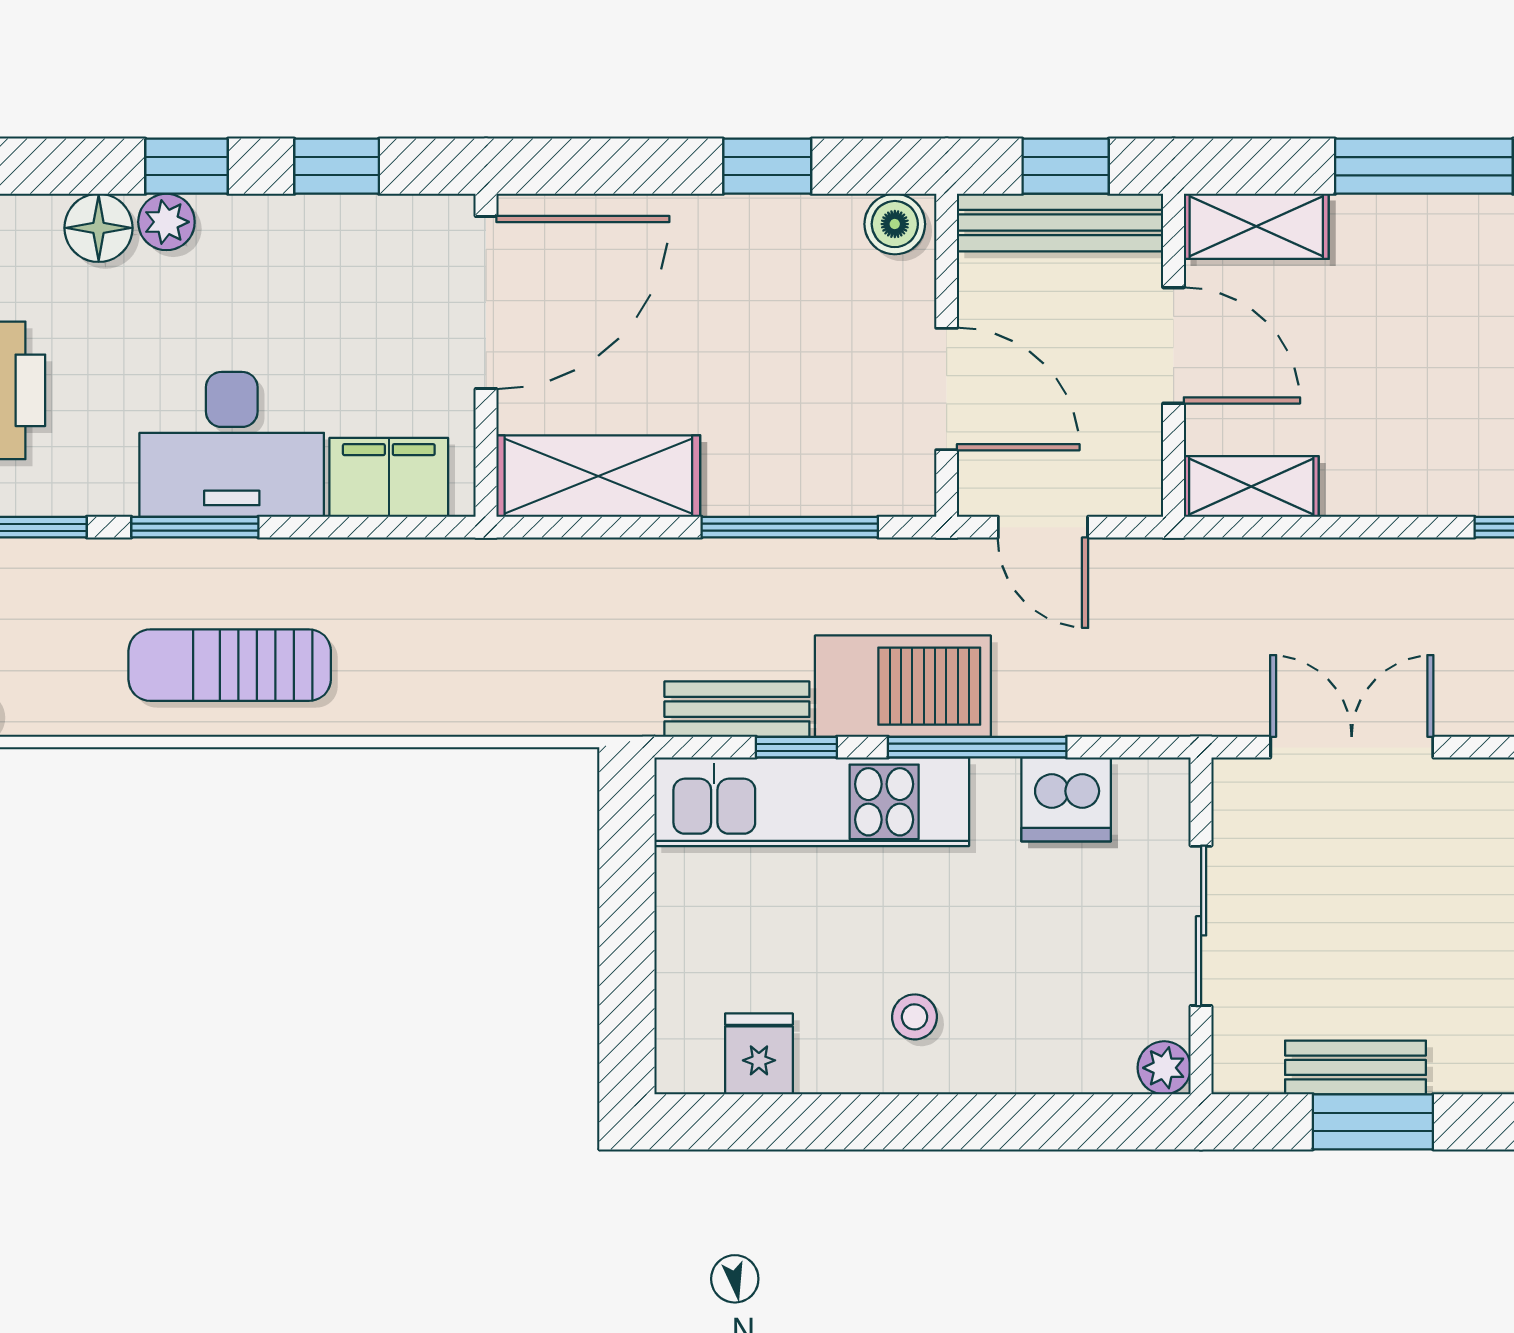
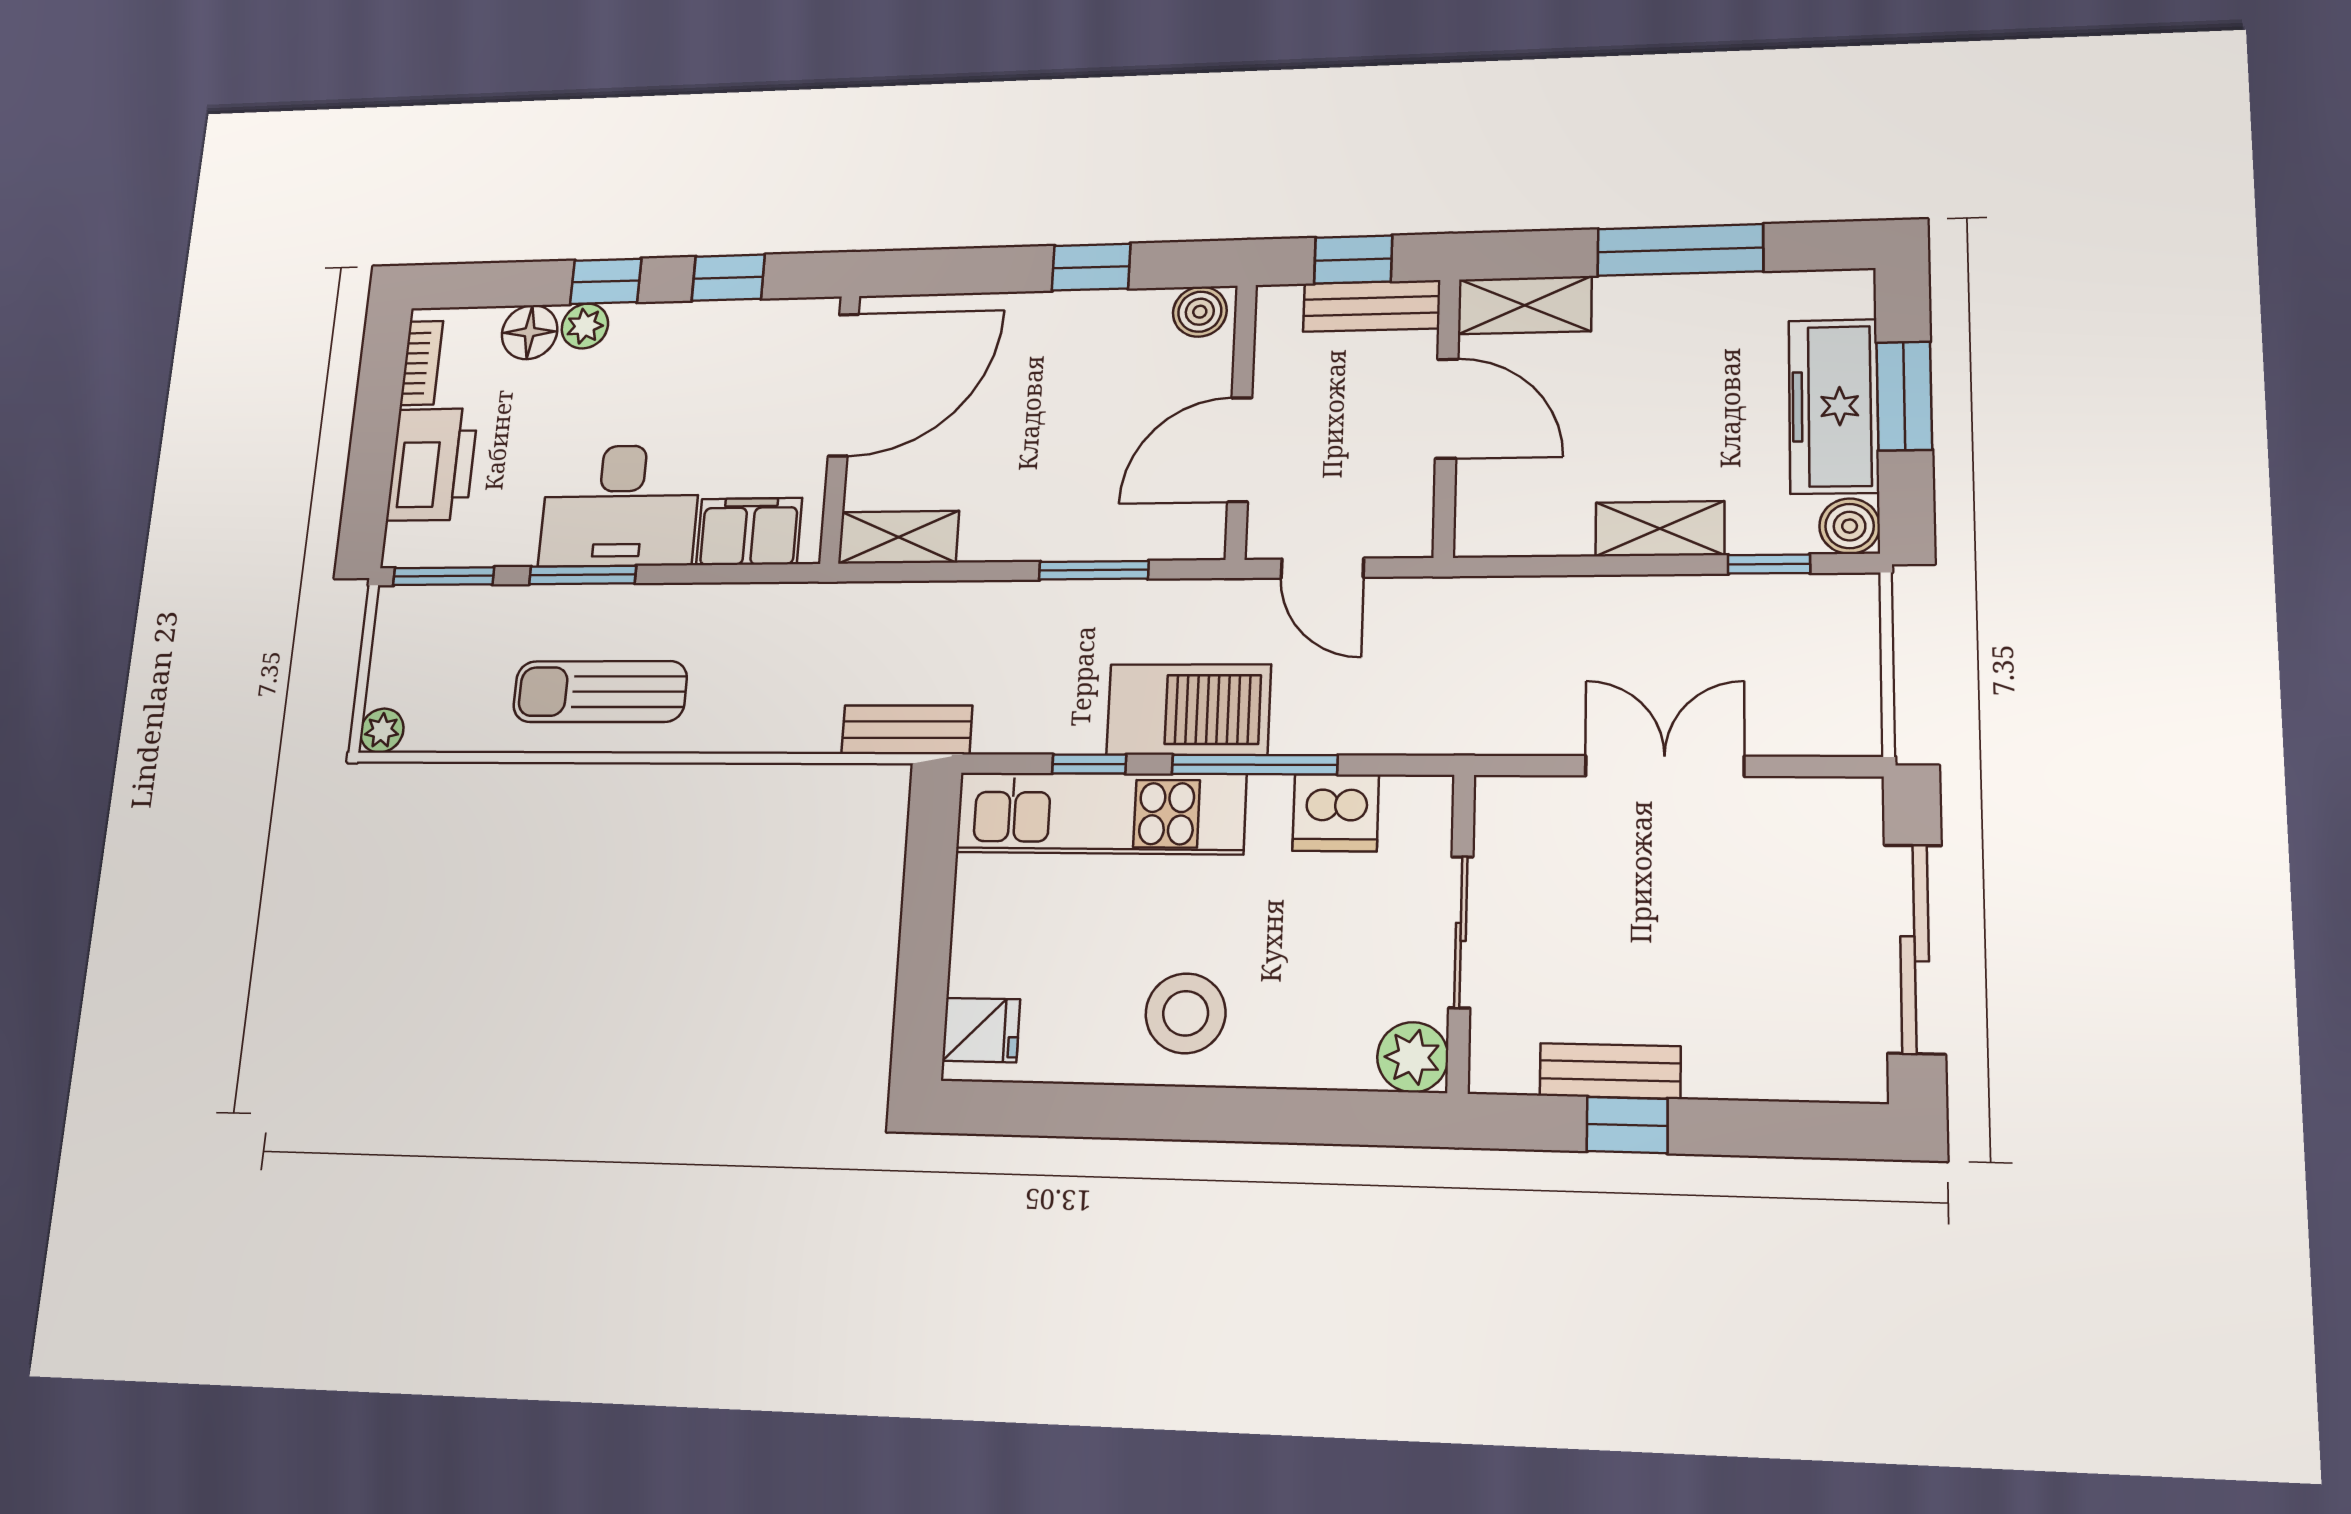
bench: (1060, 223) -> (1372, 306), width x0.73
door: (947, 389) -> (1240, 450), swing flipped
shelving: (598, 476) -> (899, 537), width x0.67, depth x0.75
shelving: (1251, 487) -> (1660, 529), moved
window: (790, 527) -> (1094, 570), width x0.69
bench: (737, 709) -> (907, 730), moved
double door: (1352, 747) -> (1665, 766), moved
stool: (915, 1017) -> (1186, 1013), width x1.89, depth x1.89
fridge: (759, 1054) -> (981, 1030), moved, turned 90
plant: (1164, 1068) -> (1413, 1057), width x1.38, depth x1.38
window: (1373, 1122) -> (1627, 1125), width x0.67

